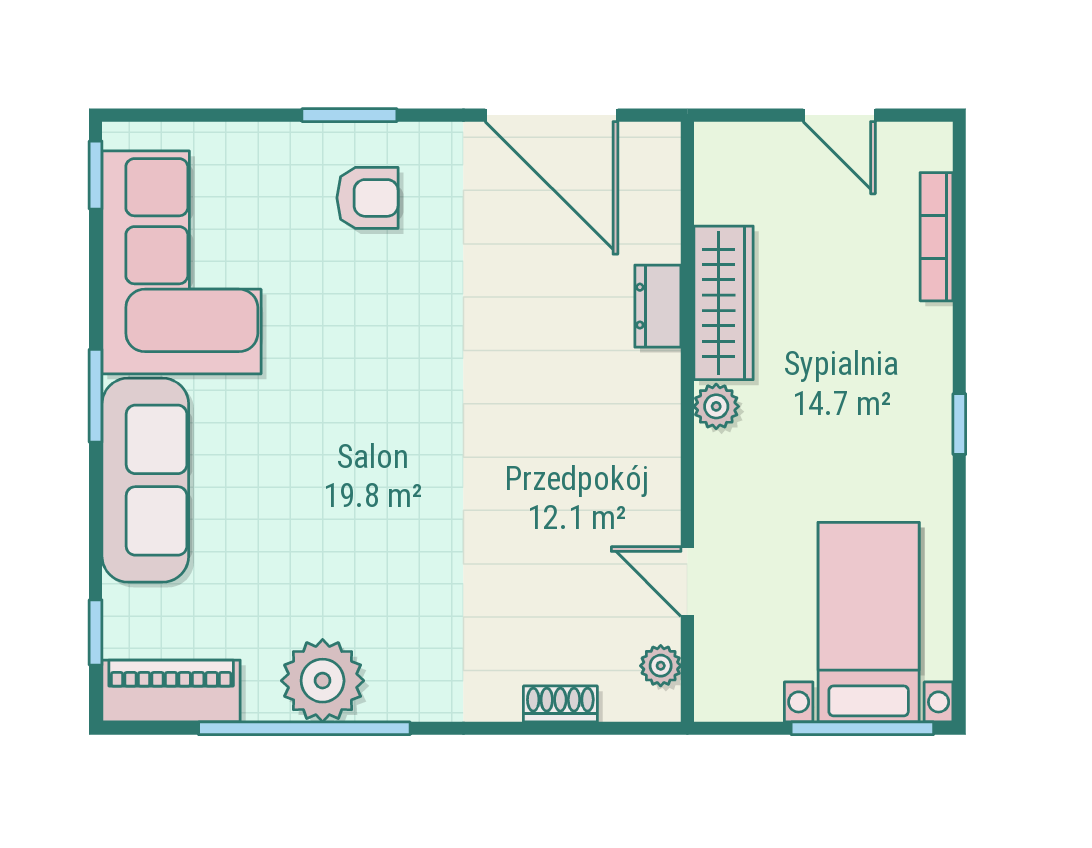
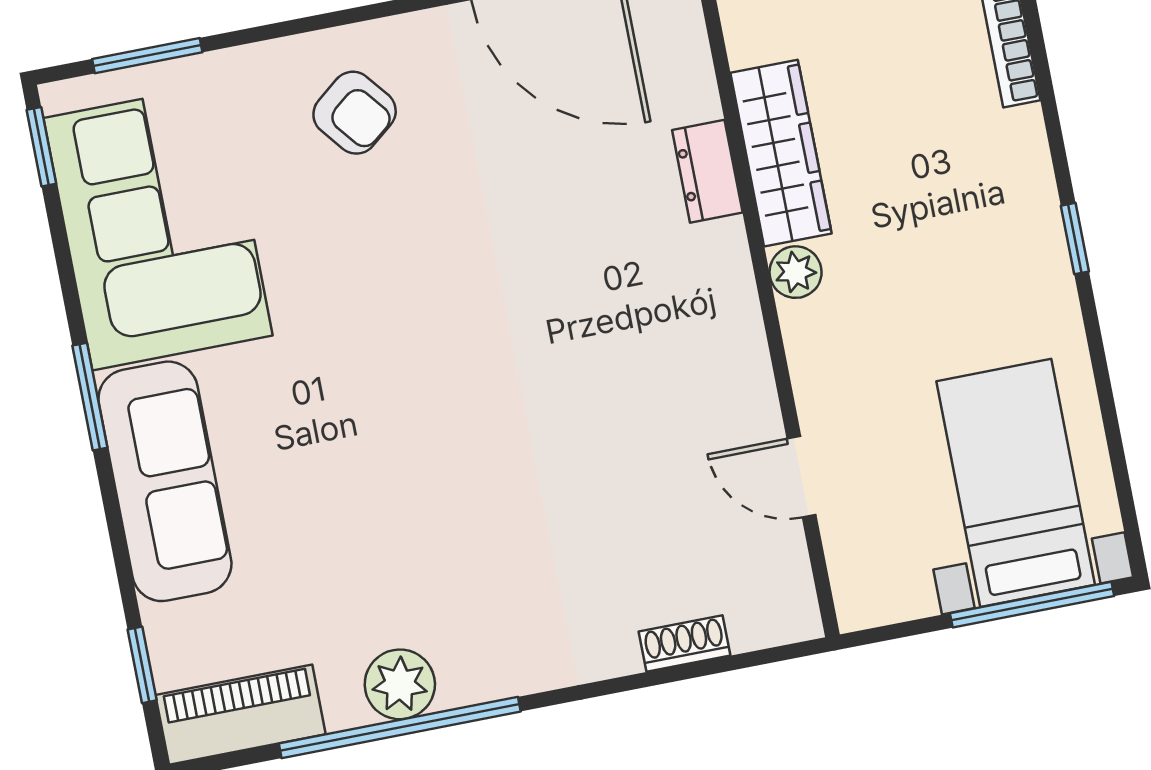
window: (349, 115) -> (147, 56), moved
armchair: (367, 198) -> (355, 113), turned 51
plant: (661, 666) -> (790, 578), removed
plant: (323, 681) -> (400, 684), width x0.73, depth x0.73

